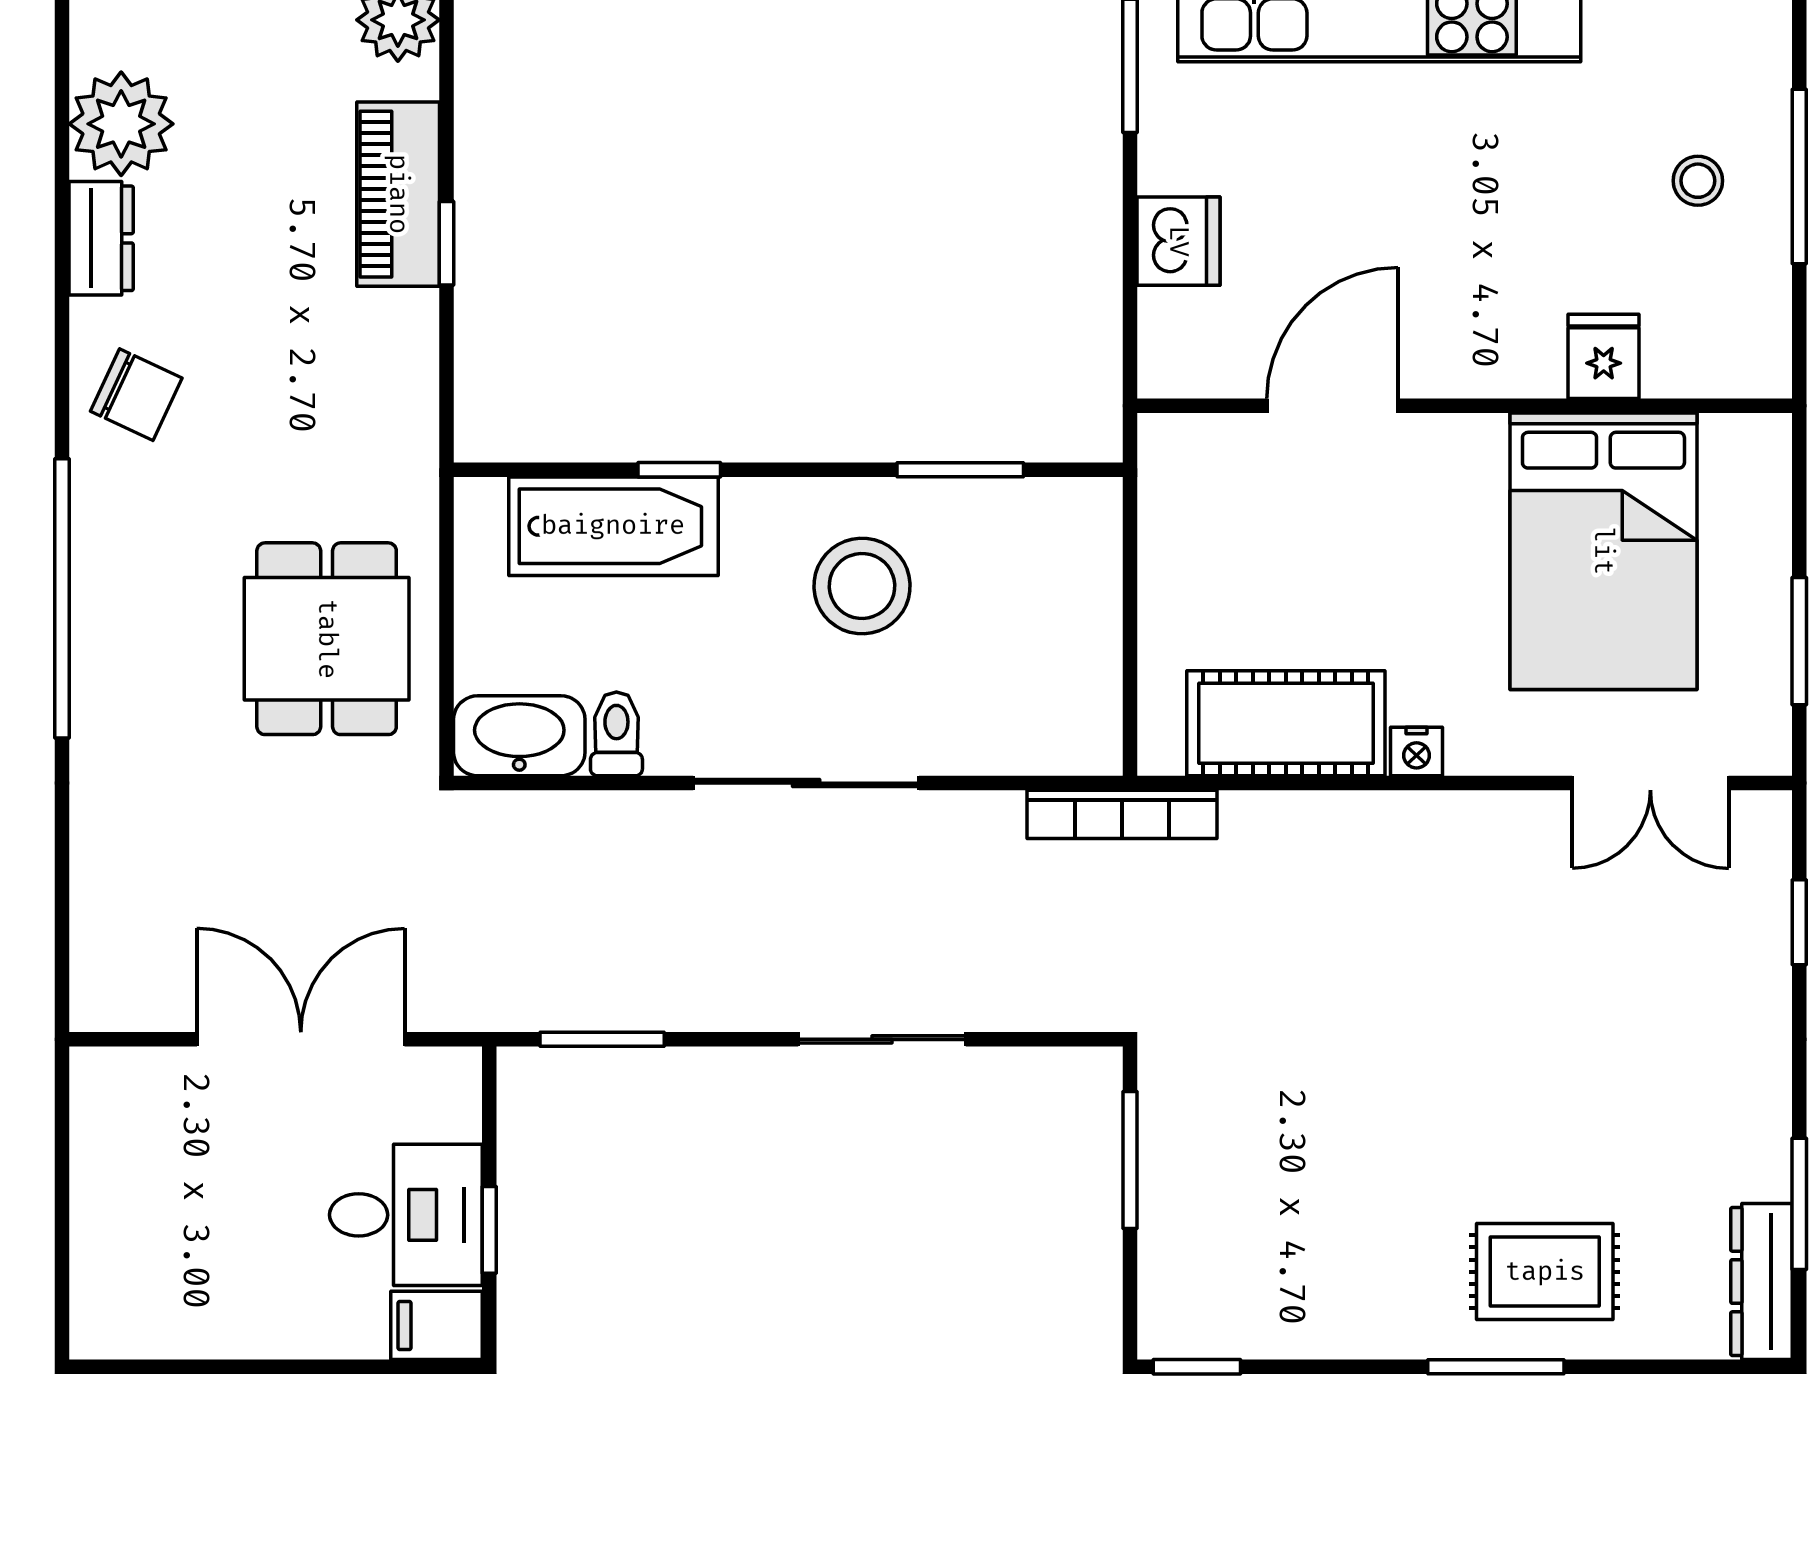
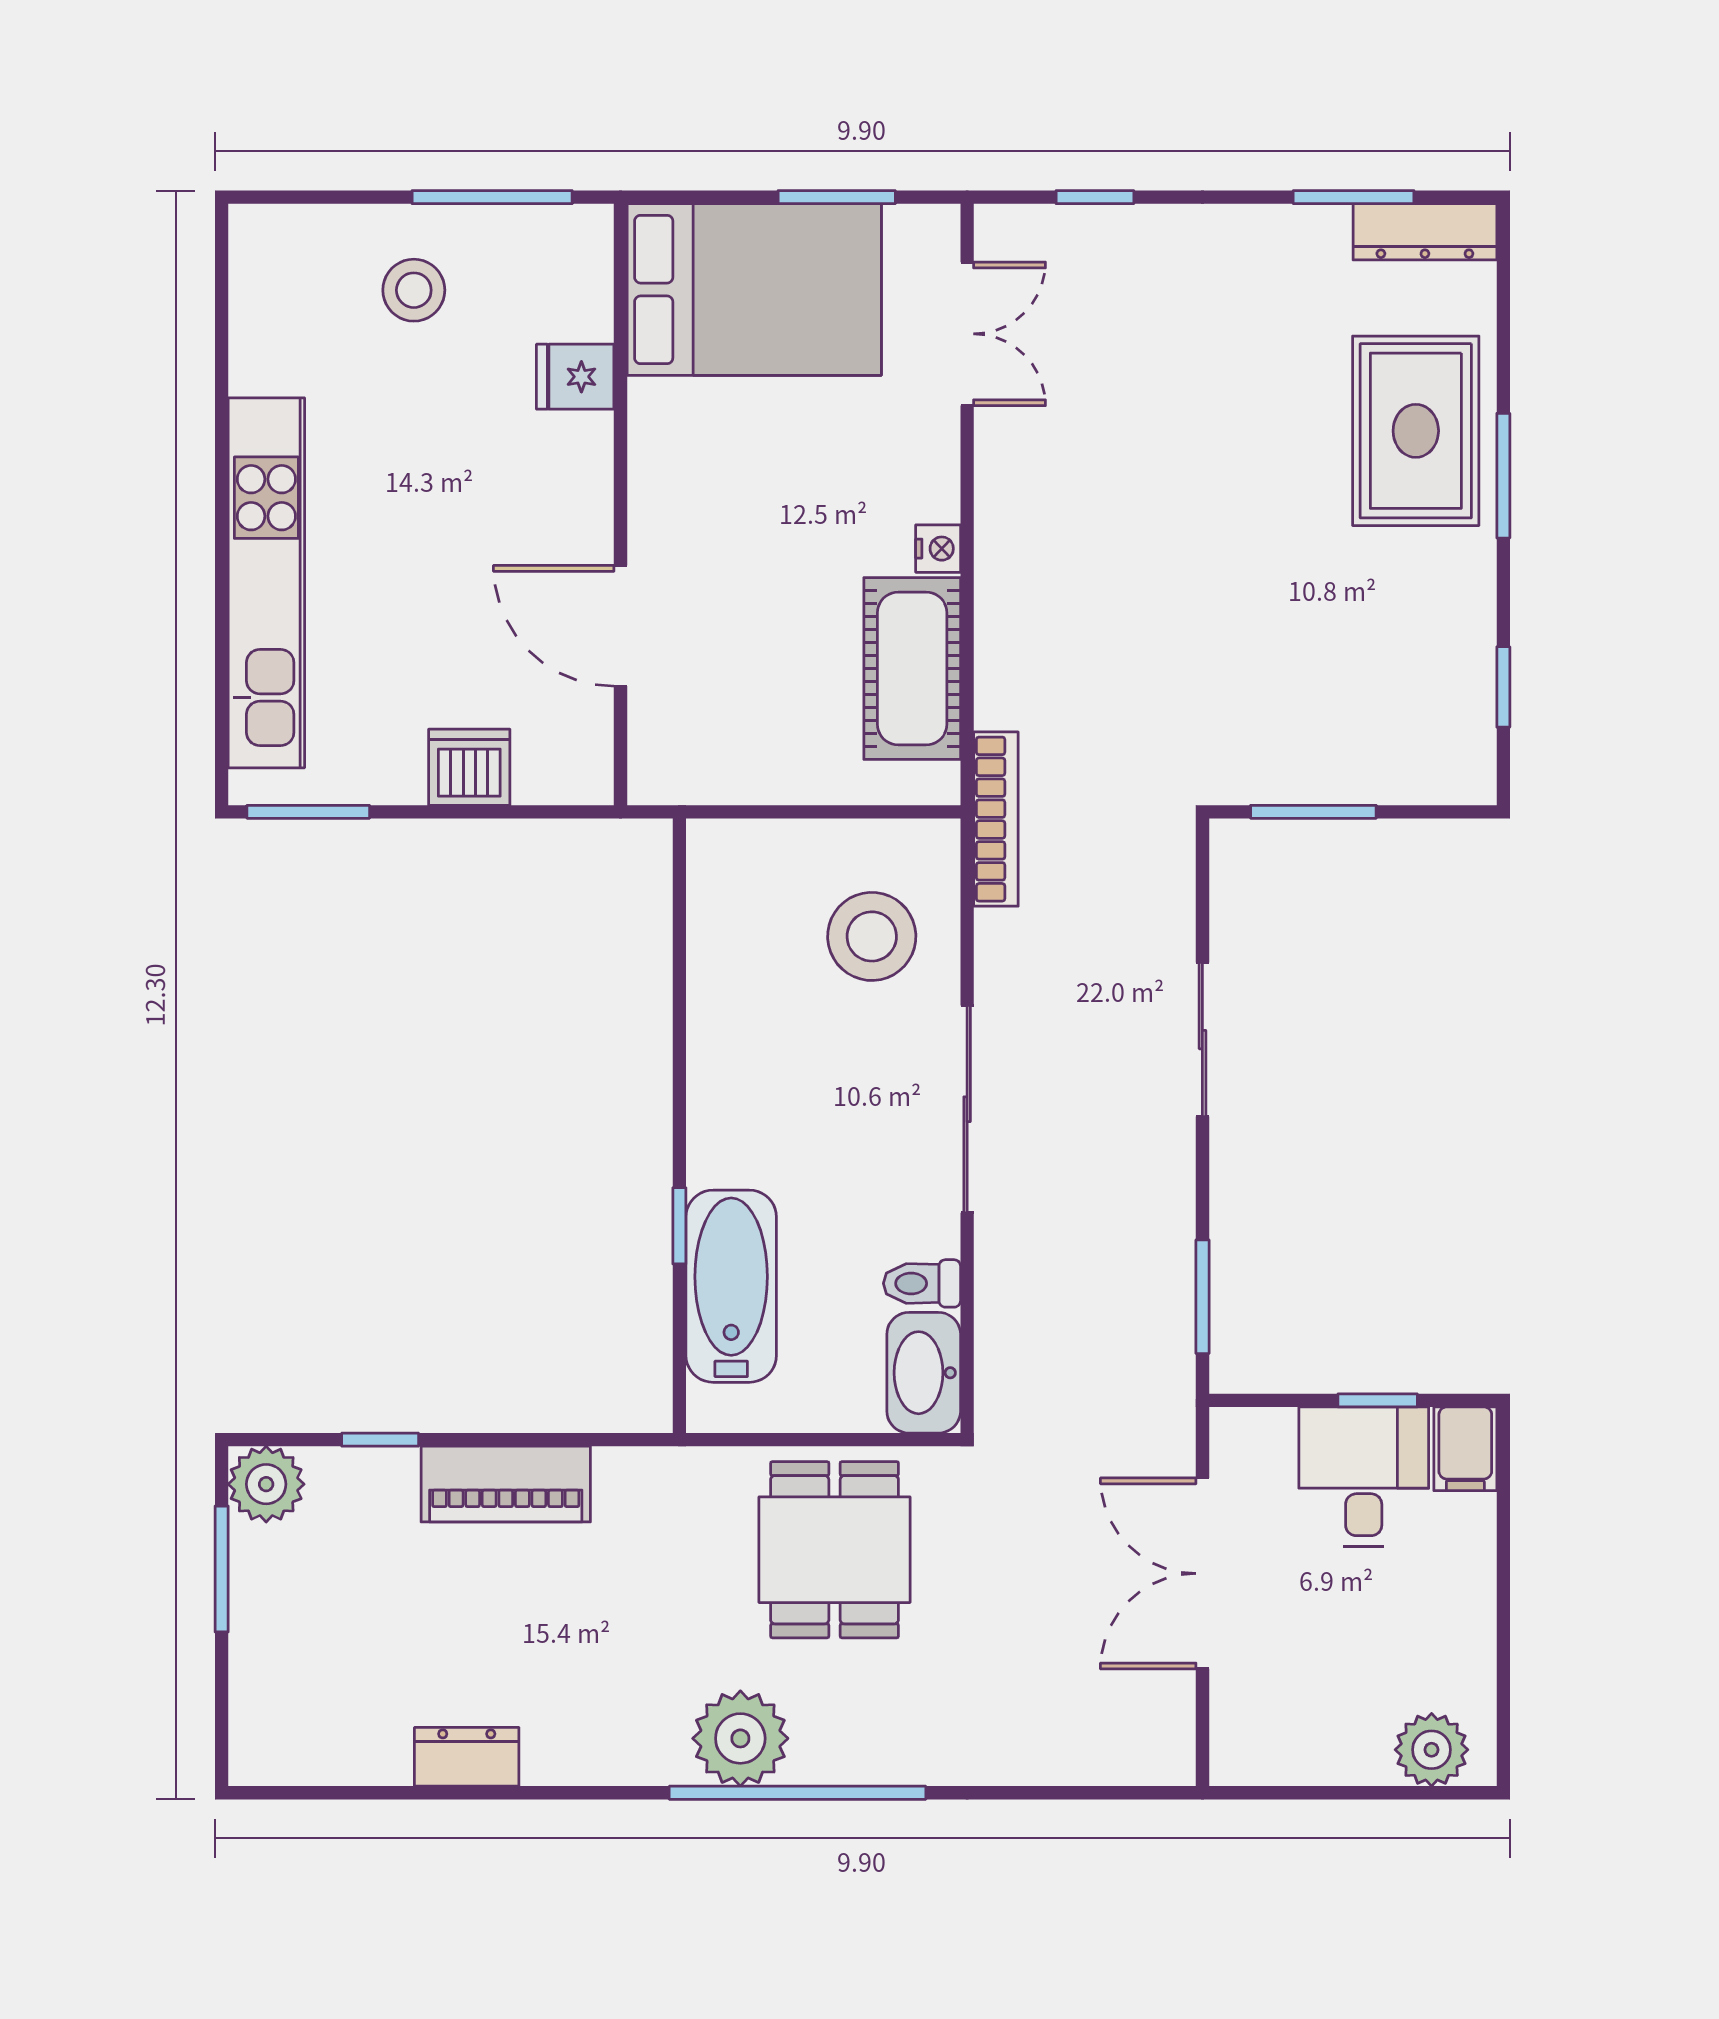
plant: (121, 124) -> (740, 1738), moved
window: (1799, 176) -> (492, 197), moved
stool: (1698, 181) -> (414, 290), width x1.37, depth x1.37
piano: (398, 194) -> (506, 1484), moved
window: (446, 243) -> (380, 1440), moved
chair: (136, 395) -> (610, 1725), removed
window: (960, 470) -> (679, 968), removed
bed: (1603, 551) -> (754, 289), moved
stool: (862, 586) -> (872, 936), moved
dining table: (327, 639) -> (835, 1550), turned 90
rug: (1545, 1272) -> (1416, 431), width x1.36, depth x1.43
plant: (109, 1289) -> (1432, 1750), added
window: (1197, 1367) -> (1503, 687), moved

